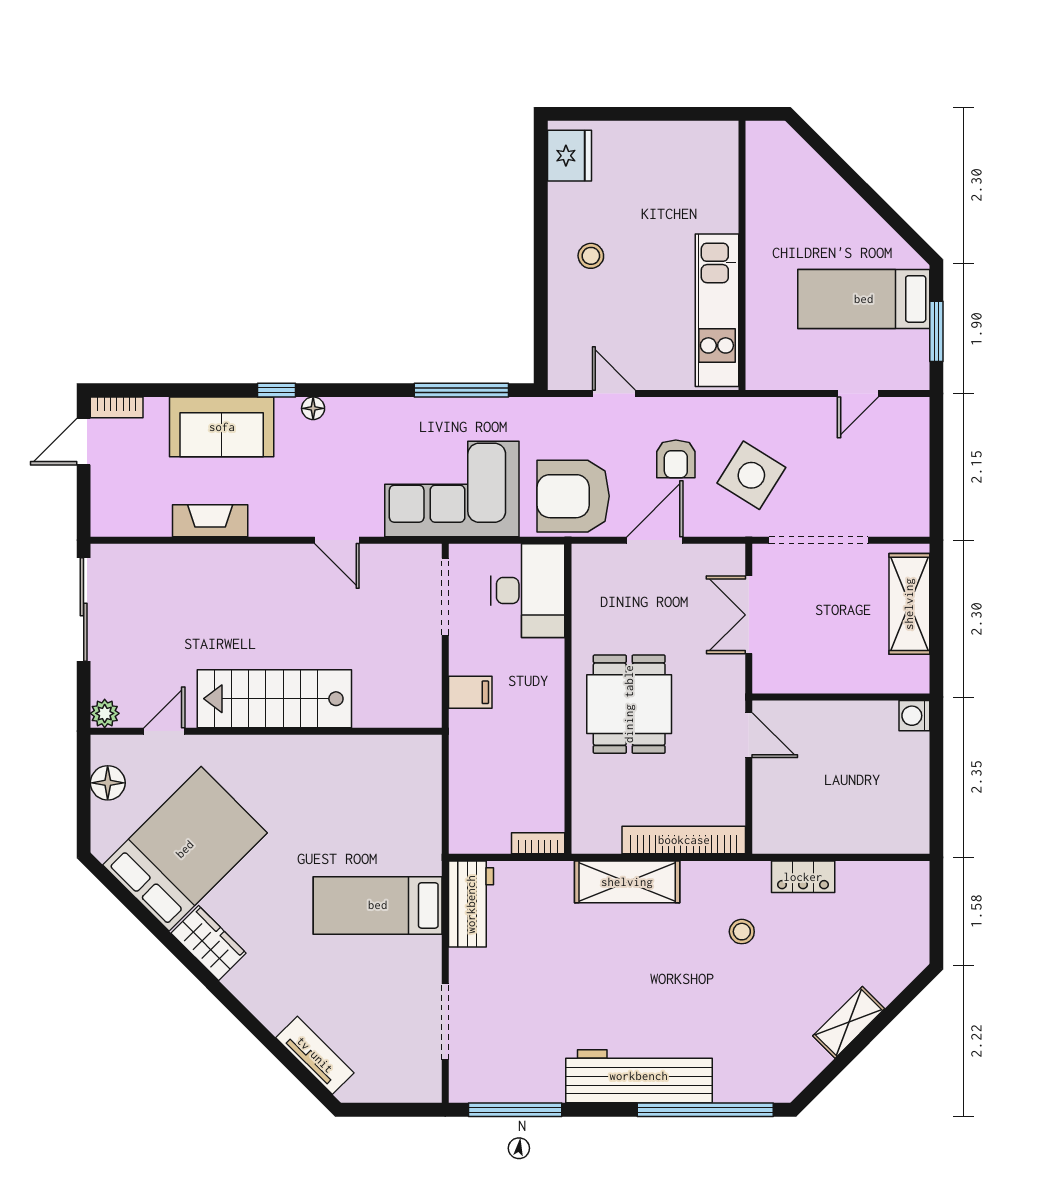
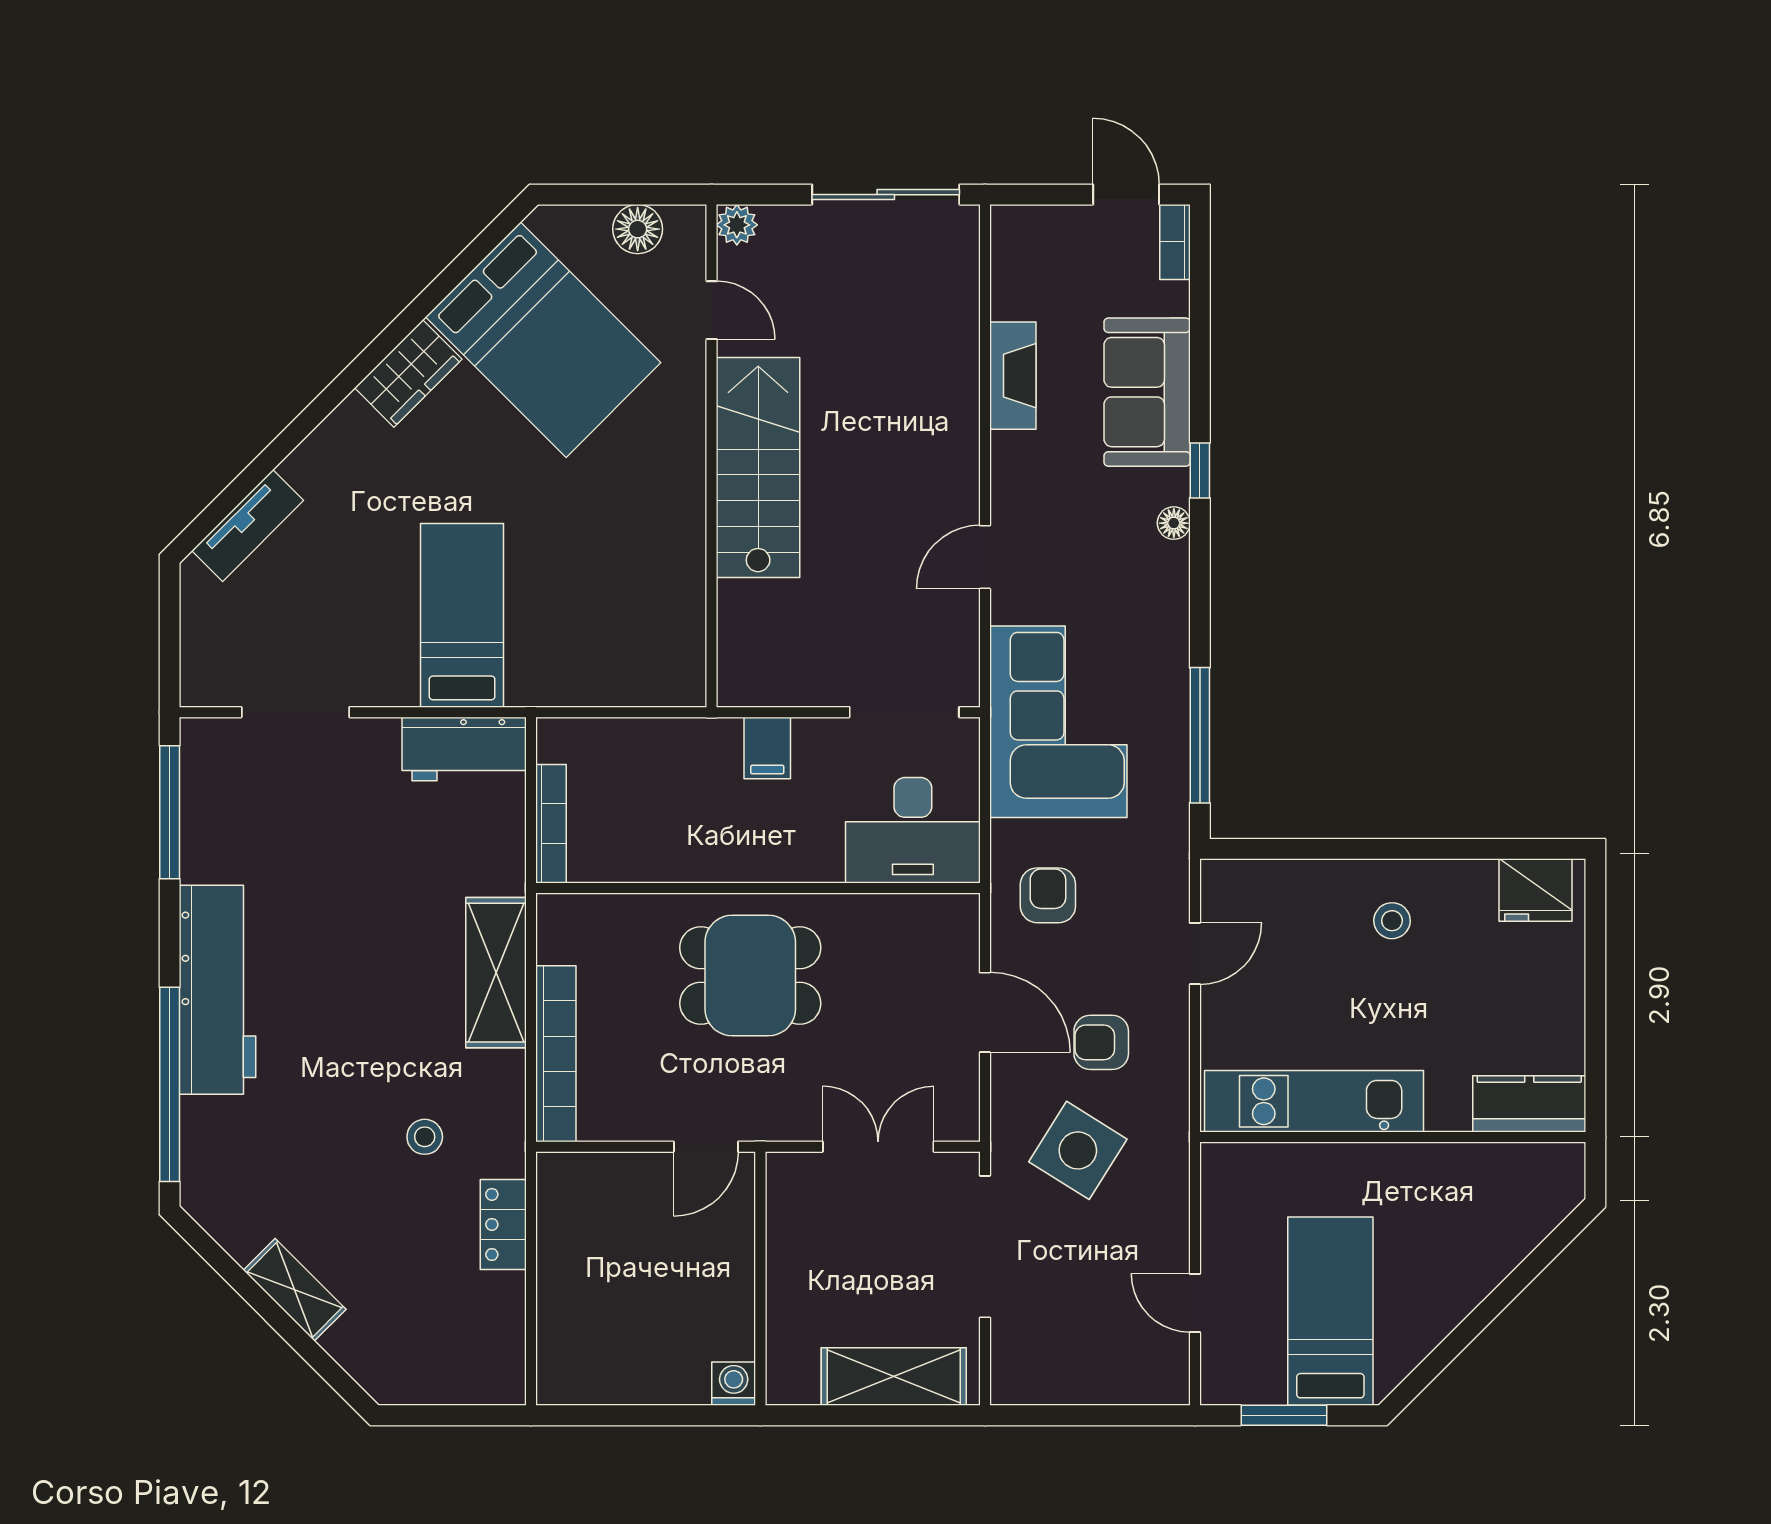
kitchen counter: (719, 160) -> (1529, 1104), added
armchair: (573, 496) -> (1048, 895), width x0.53, depth x0.53
bookcase: (538, 843) -> (551, 824), width x1.56

